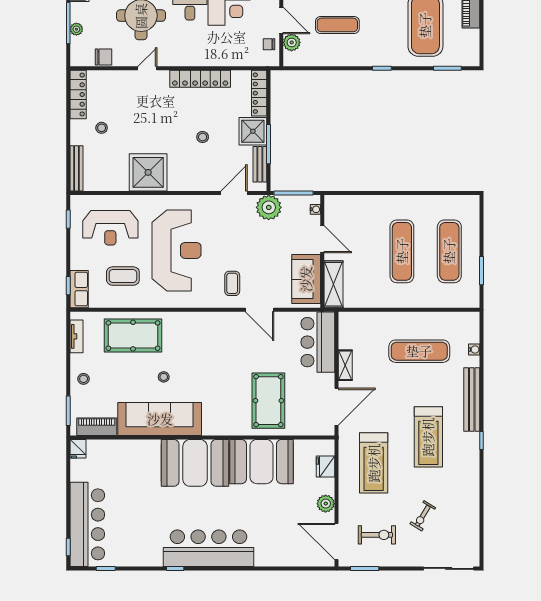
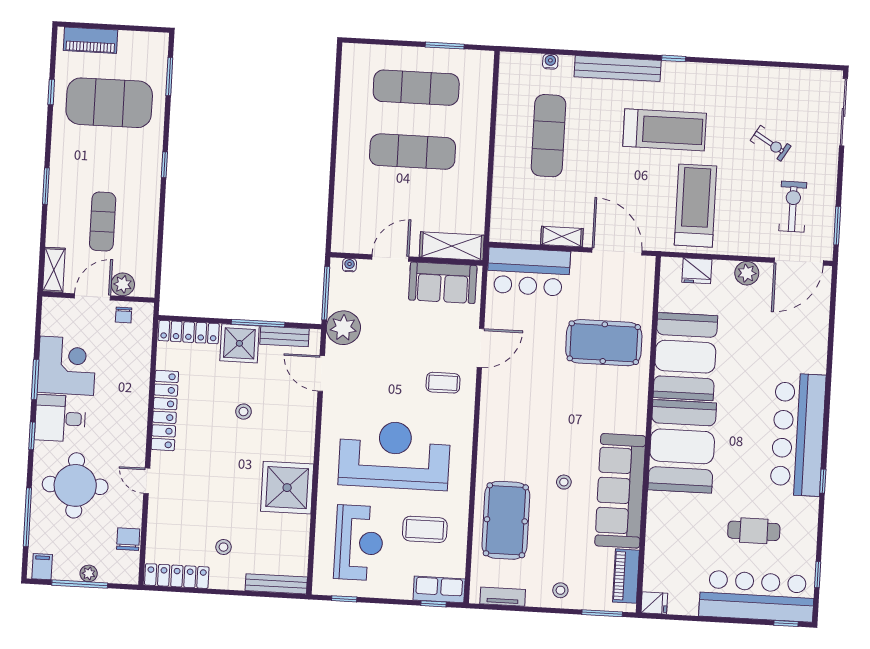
coffee table: (123, 276) -> (425, 529), turned 90
treadmill: (374, 463) -> (696, 206), turned -90
cafe table: (135, 519) -> (754, 531), added

